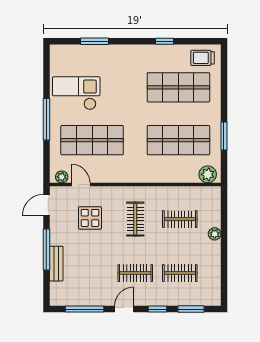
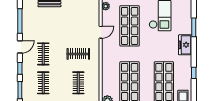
freezer: (121, 55) -> (185, 45), added
door: (81, 185) -> (101, 32), moved
display table: (90, 218) -> (79, 24), removed
door: (124, 309) -> (20, 47), hinge flipped

